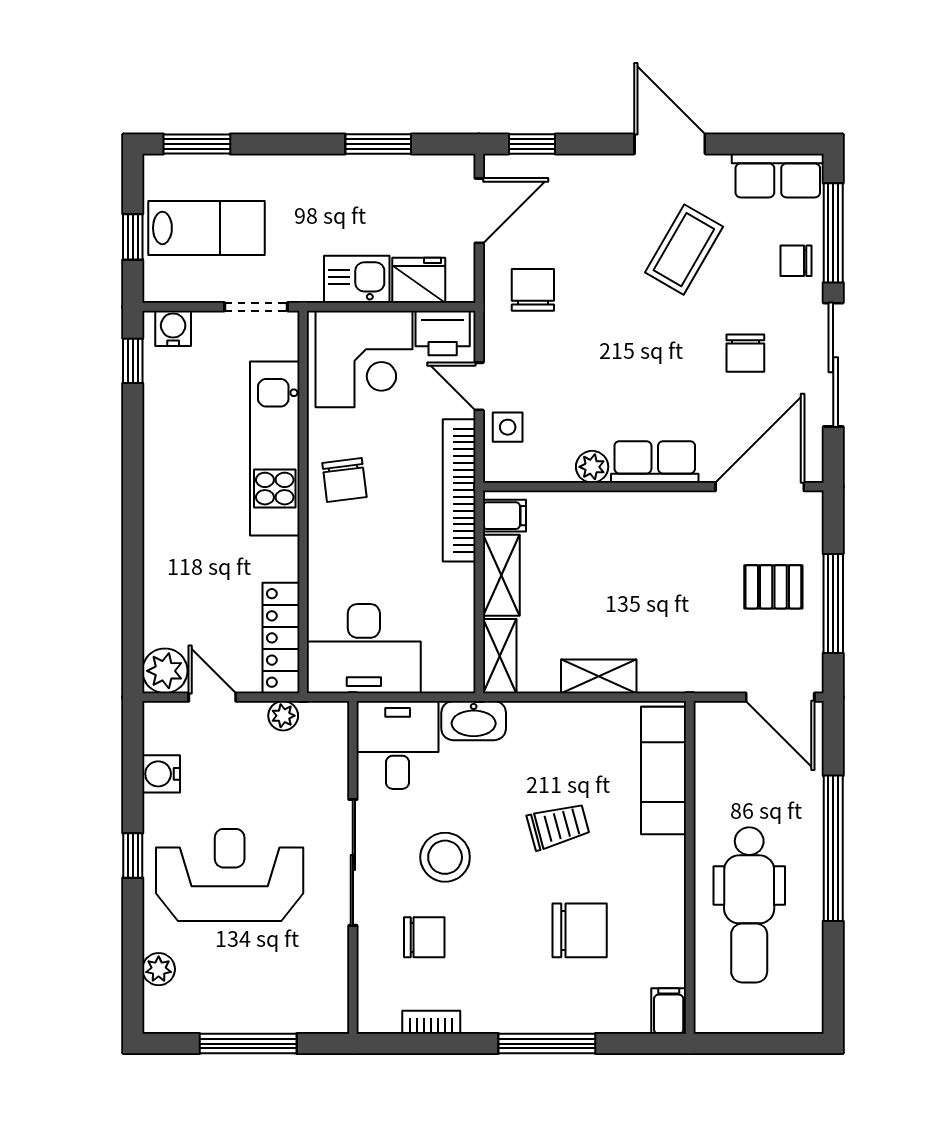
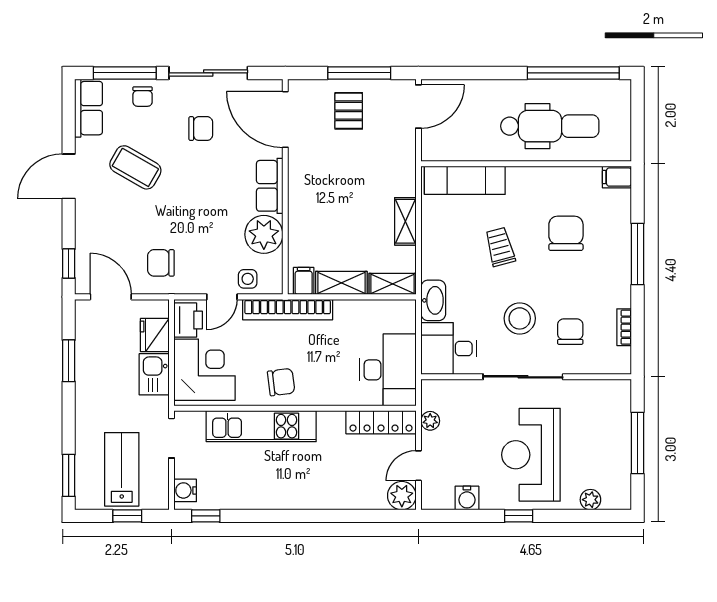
plant: (592, 467) -> (264, 234), width x1.87, depth x1.87
window: (833, 848) -> (573, 73), moved

